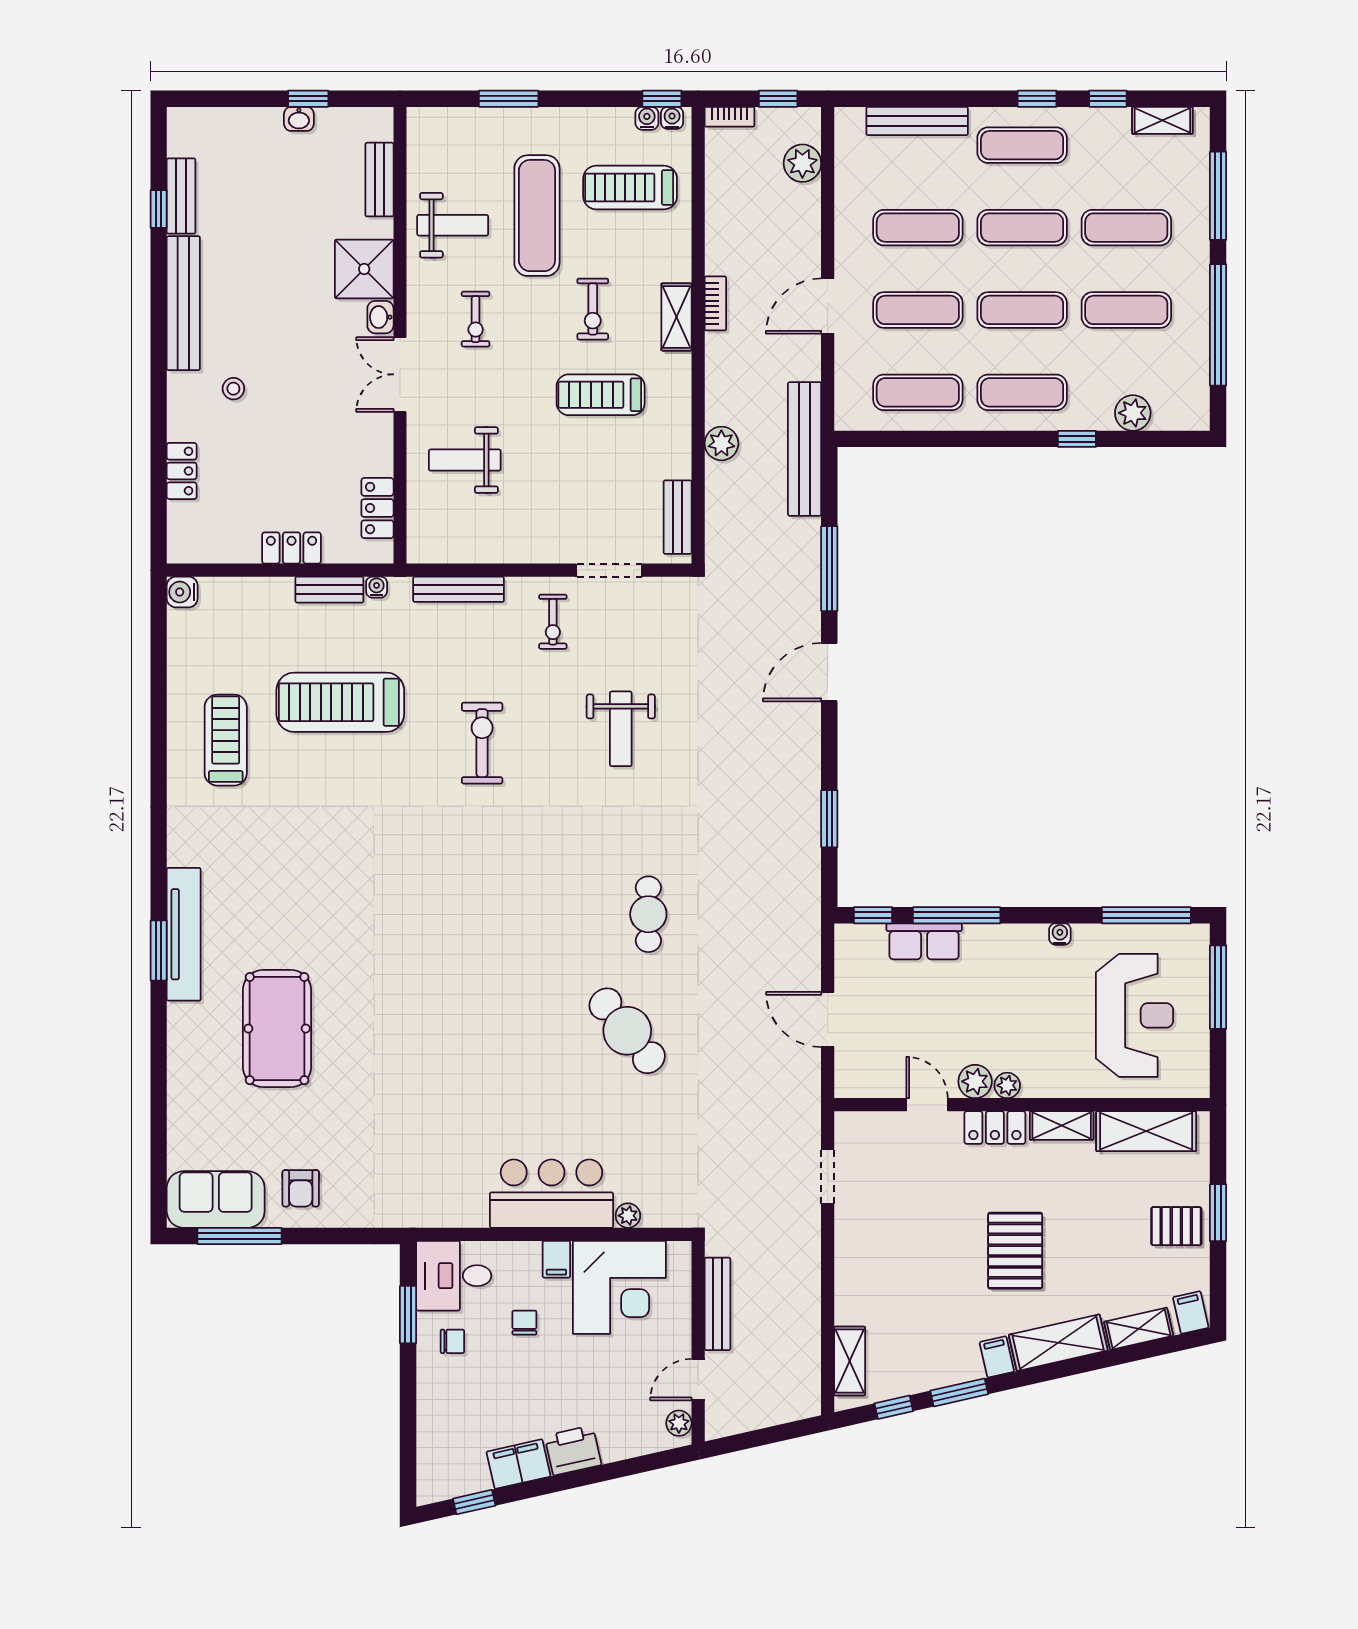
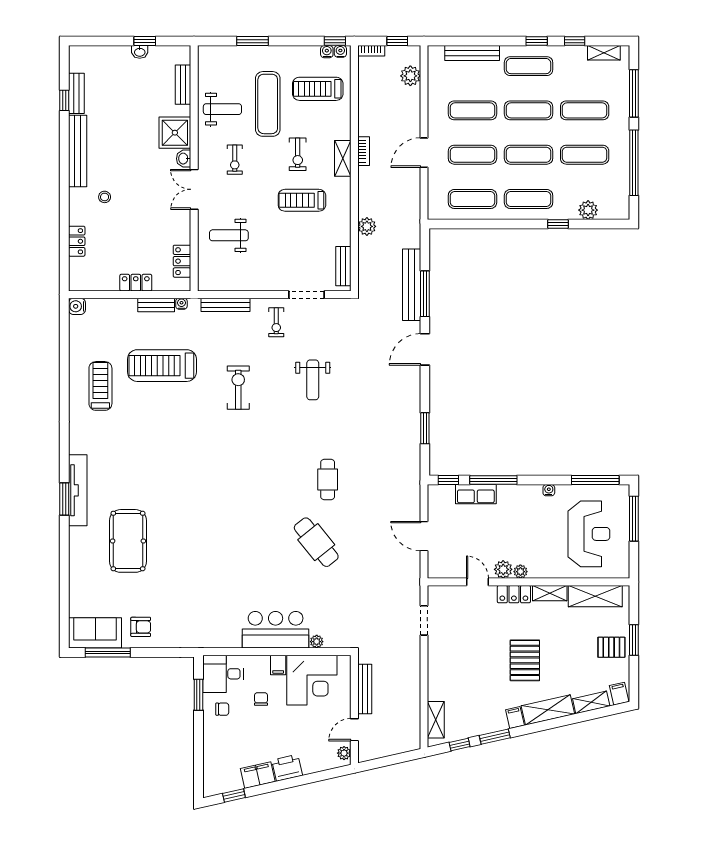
bench: (805, 449) -> (412, 285), moved
armchair: (301, 1188) -> (141, 627), turned -90

